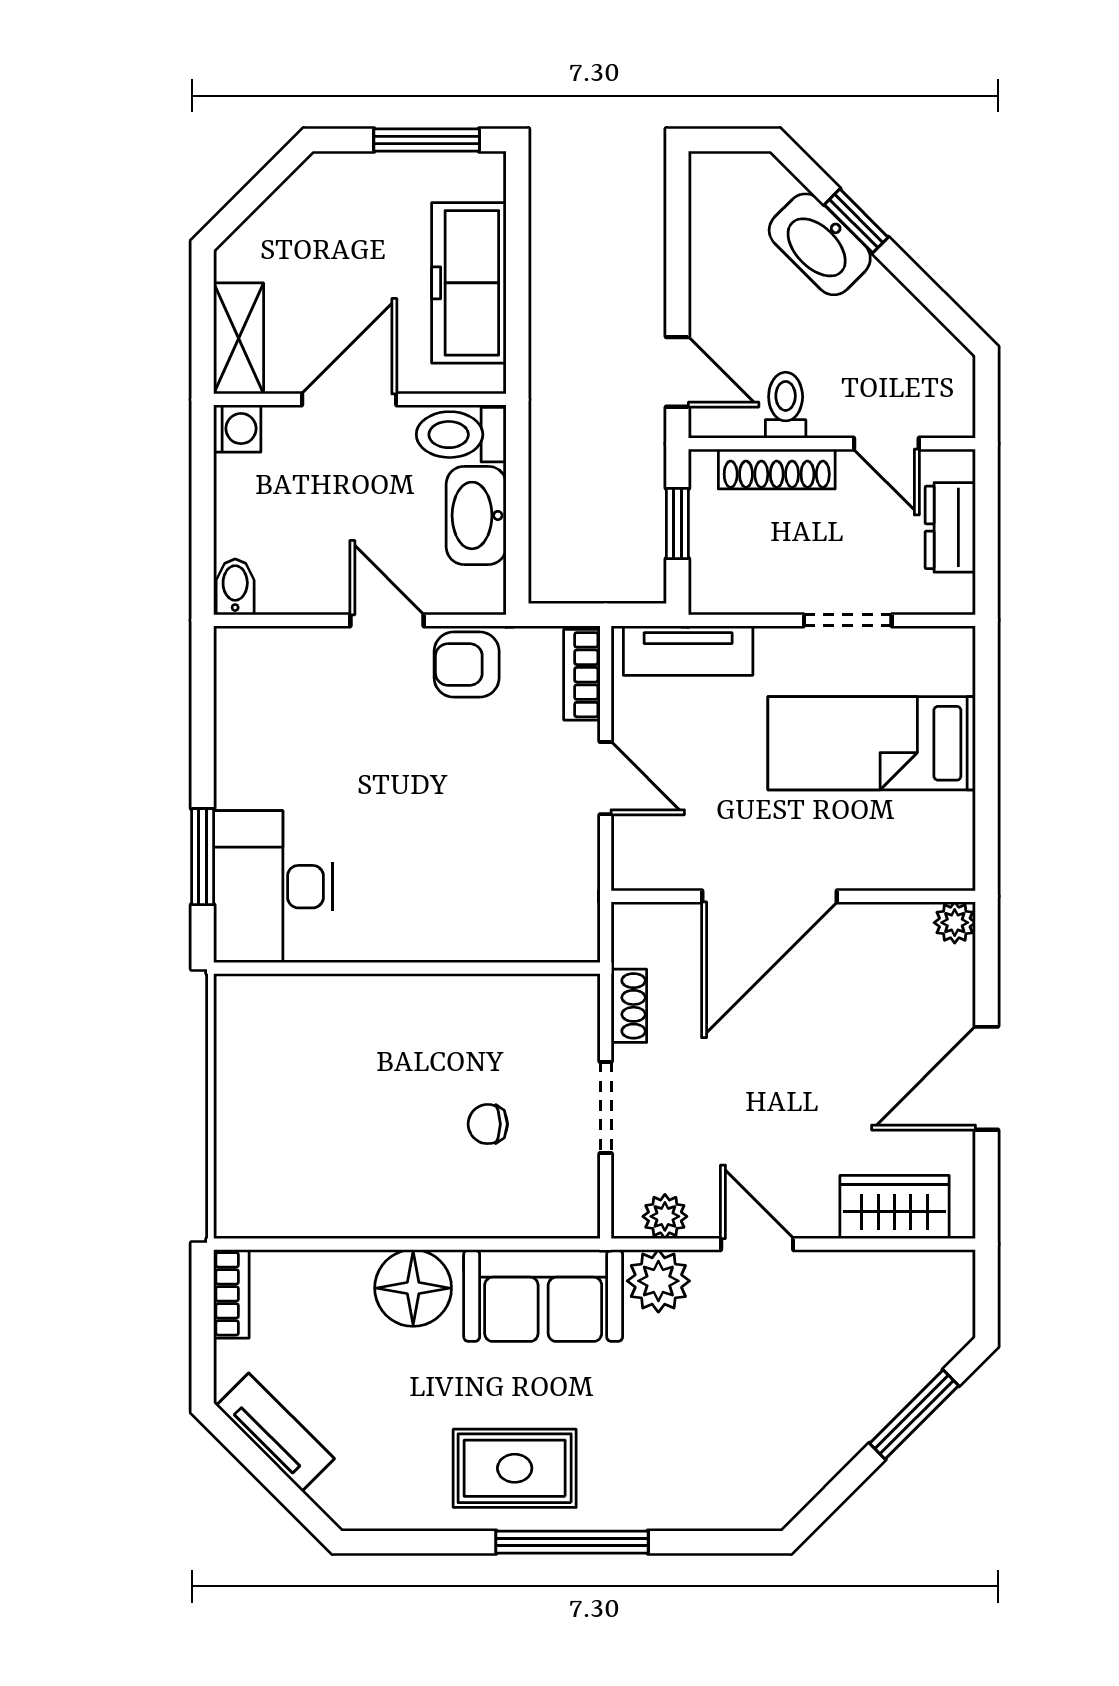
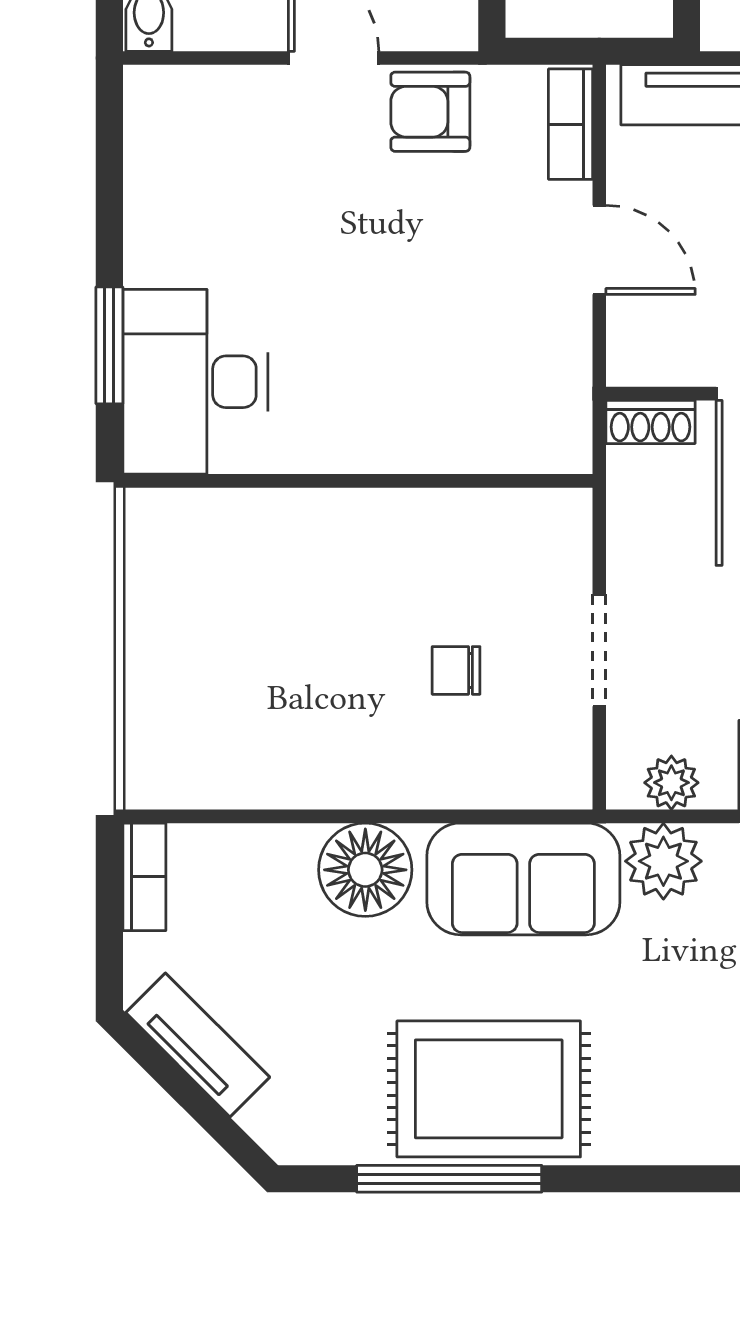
shoe rack: (629, 1006) -> (651, 422), moved, turned 90
rug: (515, 1468) -> (489, 1089), width x1.36, depth x1.43
window: (572, 1542) -> (449, 1179), moved

